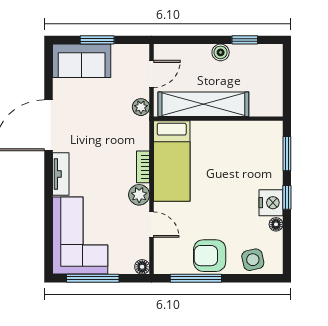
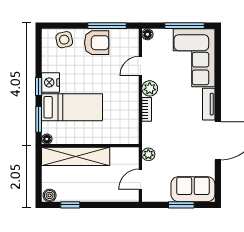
boiler: (221, 52) -> (50, 195), moved
shelving: (203, 104) -> (76, 156), moved
bed: (172, 161) -> (72, 107), moved, turned 90
floor lamp: (276, 224) -> (47, 139), moved
door: (152, 225) -> (140, 66), hinge flipped

